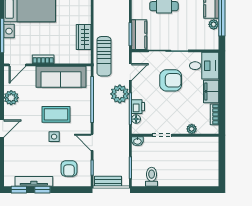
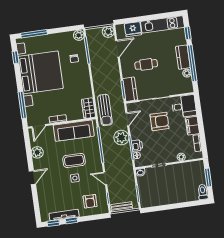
wardrobe: (84, 37) -> (88, 108), moved
window: (222, 160) -> (208, 178), added
toilet: (152, 177) -> (203, 192), moved

